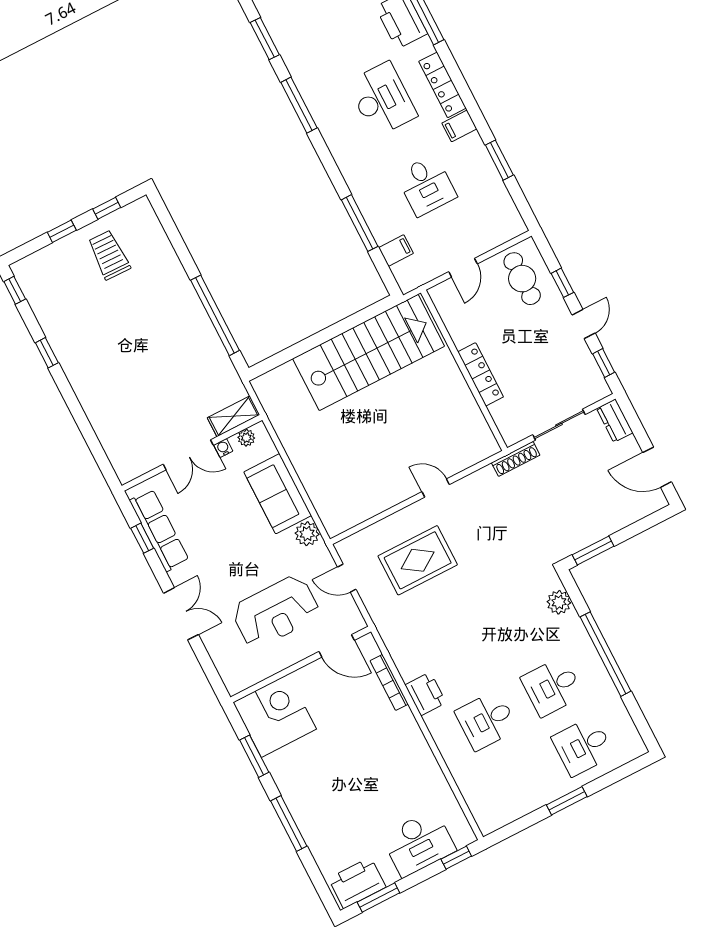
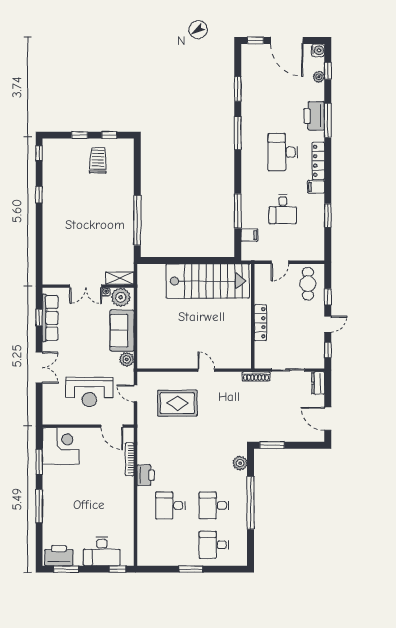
desk: (382, 99) -> (283, 152), turned 180
plant: (246, 438) -> (121, 297), width x1.88, depth x1.88

